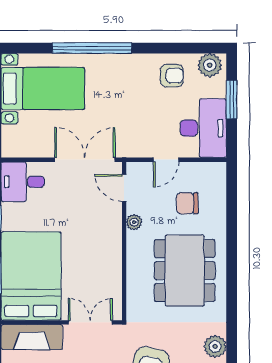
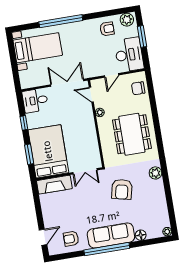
chair: (187, 203) -> (138, 88), moved
double door: (90, 322) -> (85, 171), swing flipped

